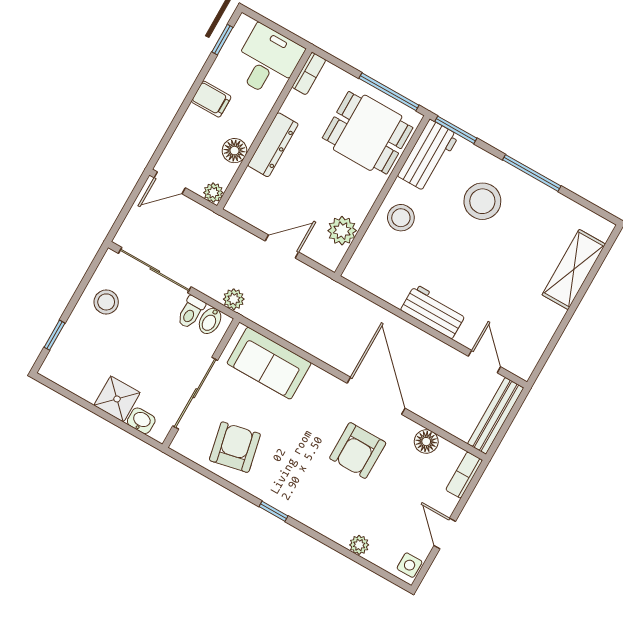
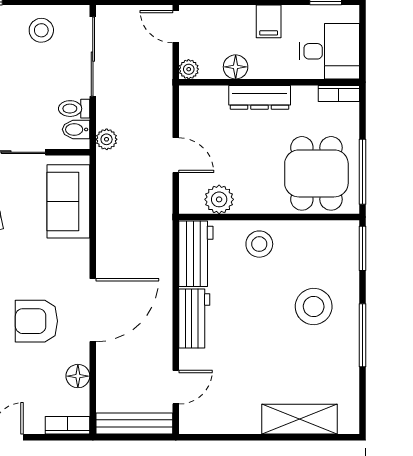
workbench: (428, 156) -> (196, 254), moved, turned -90

